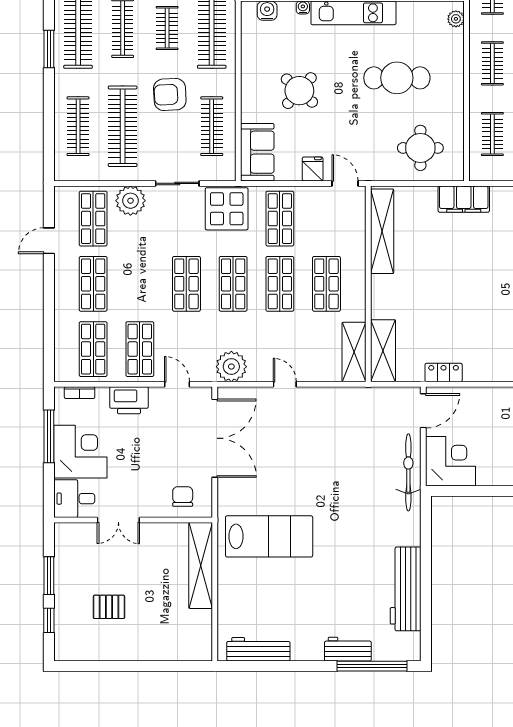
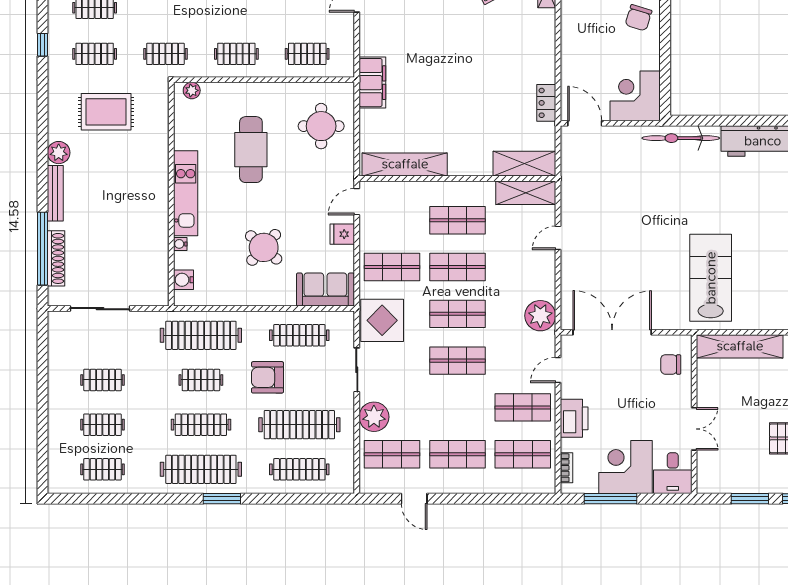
armchair: (170, 94) -> (268, 377), turned 93
door: (285, 384) -> (558, 238), moved
bicycle: (408, 472) -> (681, 138), moved

